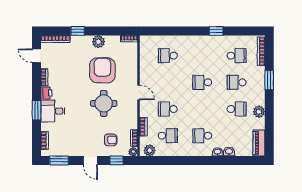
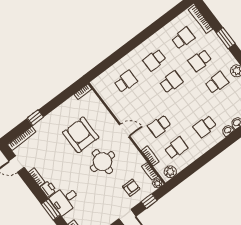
window: (216, 31) -> (150, 31), removed
plant: (98, 42) -> (59, 113), removed
school desk: (168, 56) -> (126, 82), turned 180
school desk: (202, 56) -> (154, 60), added
school desk: (202, 82) -> (171, 82), turned 180

